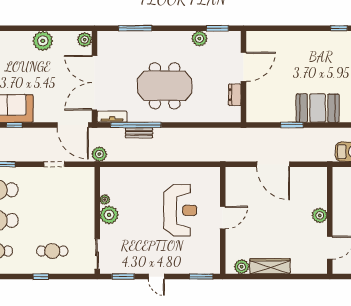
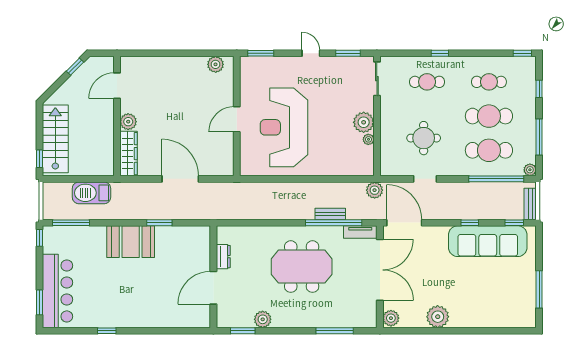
round table: (55, 201) -> (424, 138), added
reception desk: (180, 210) -> (284, 127), width x1.36, depth x1.30
wardrobe: (270, 266) -> (129, 154), moved, turned -90

